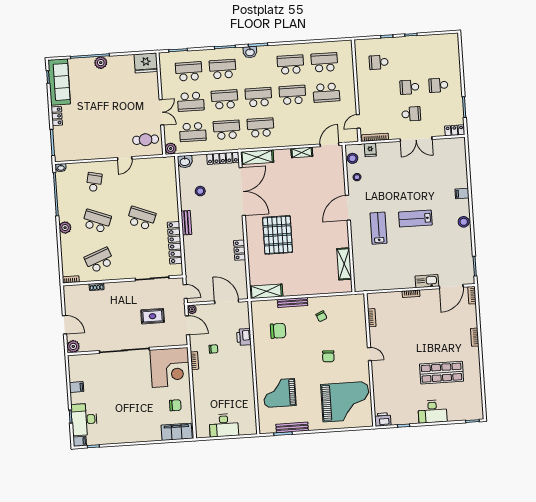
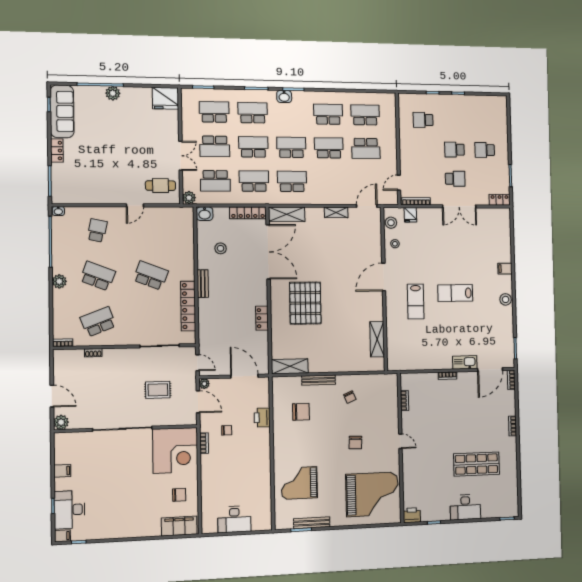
lab bench: (378, 228) -> (416, 301), turned 180

